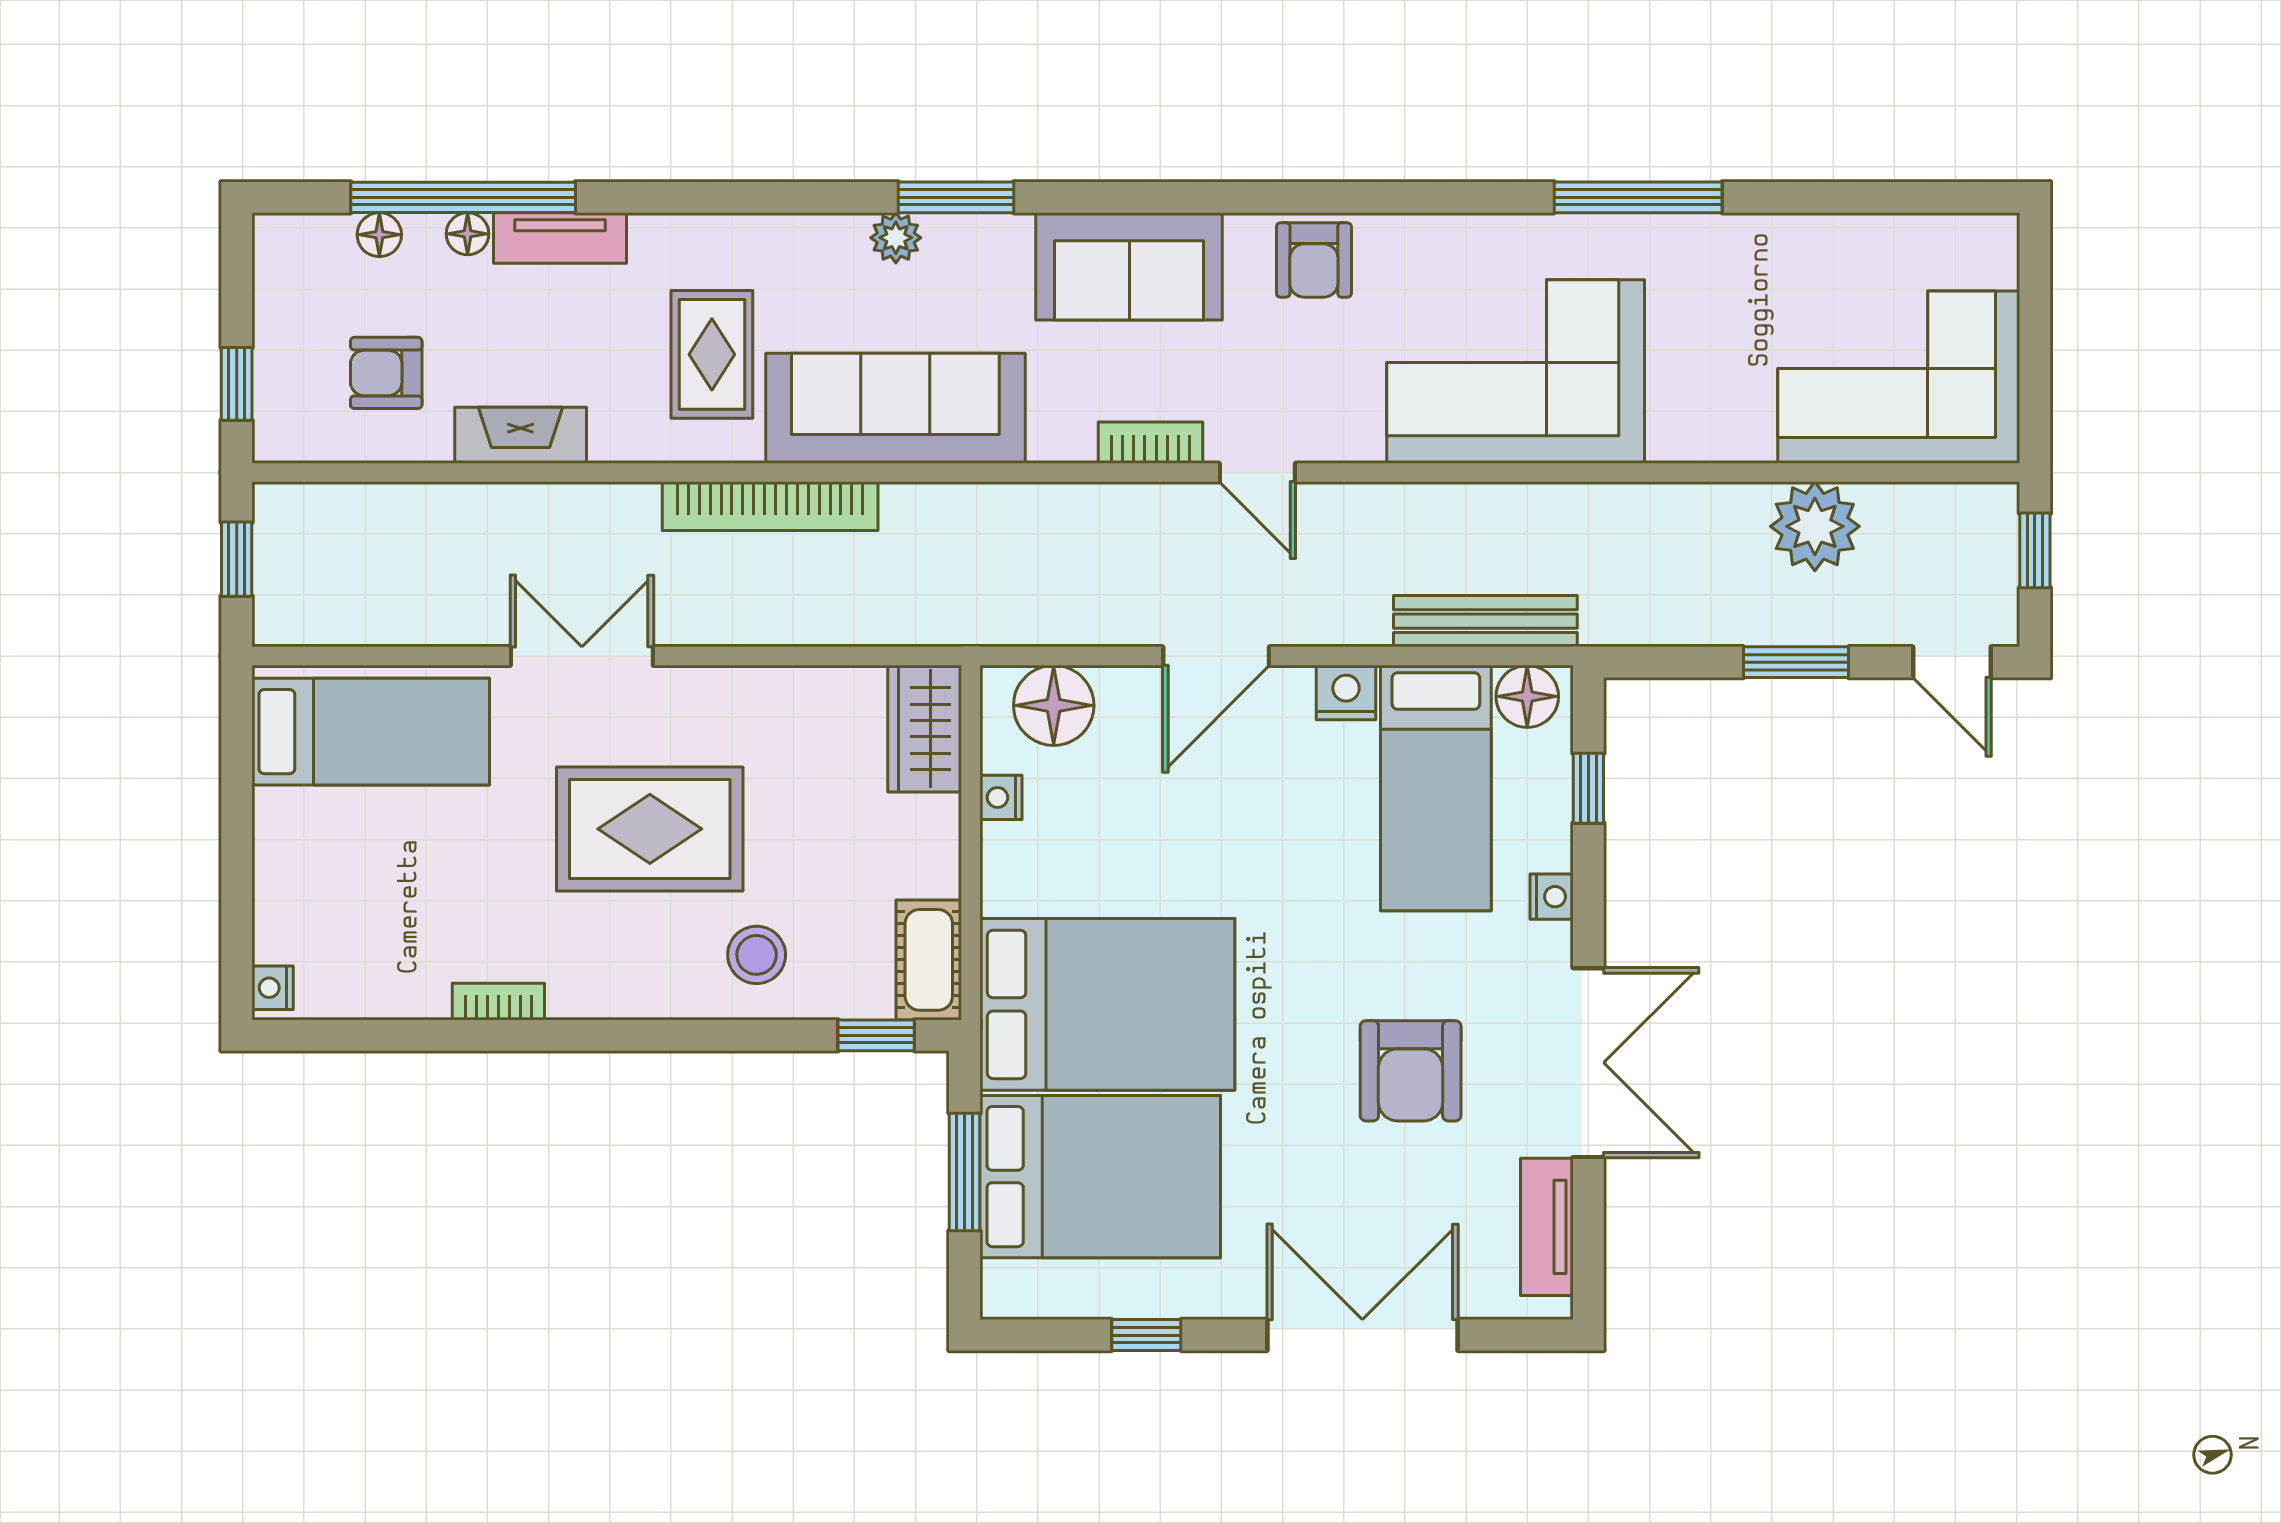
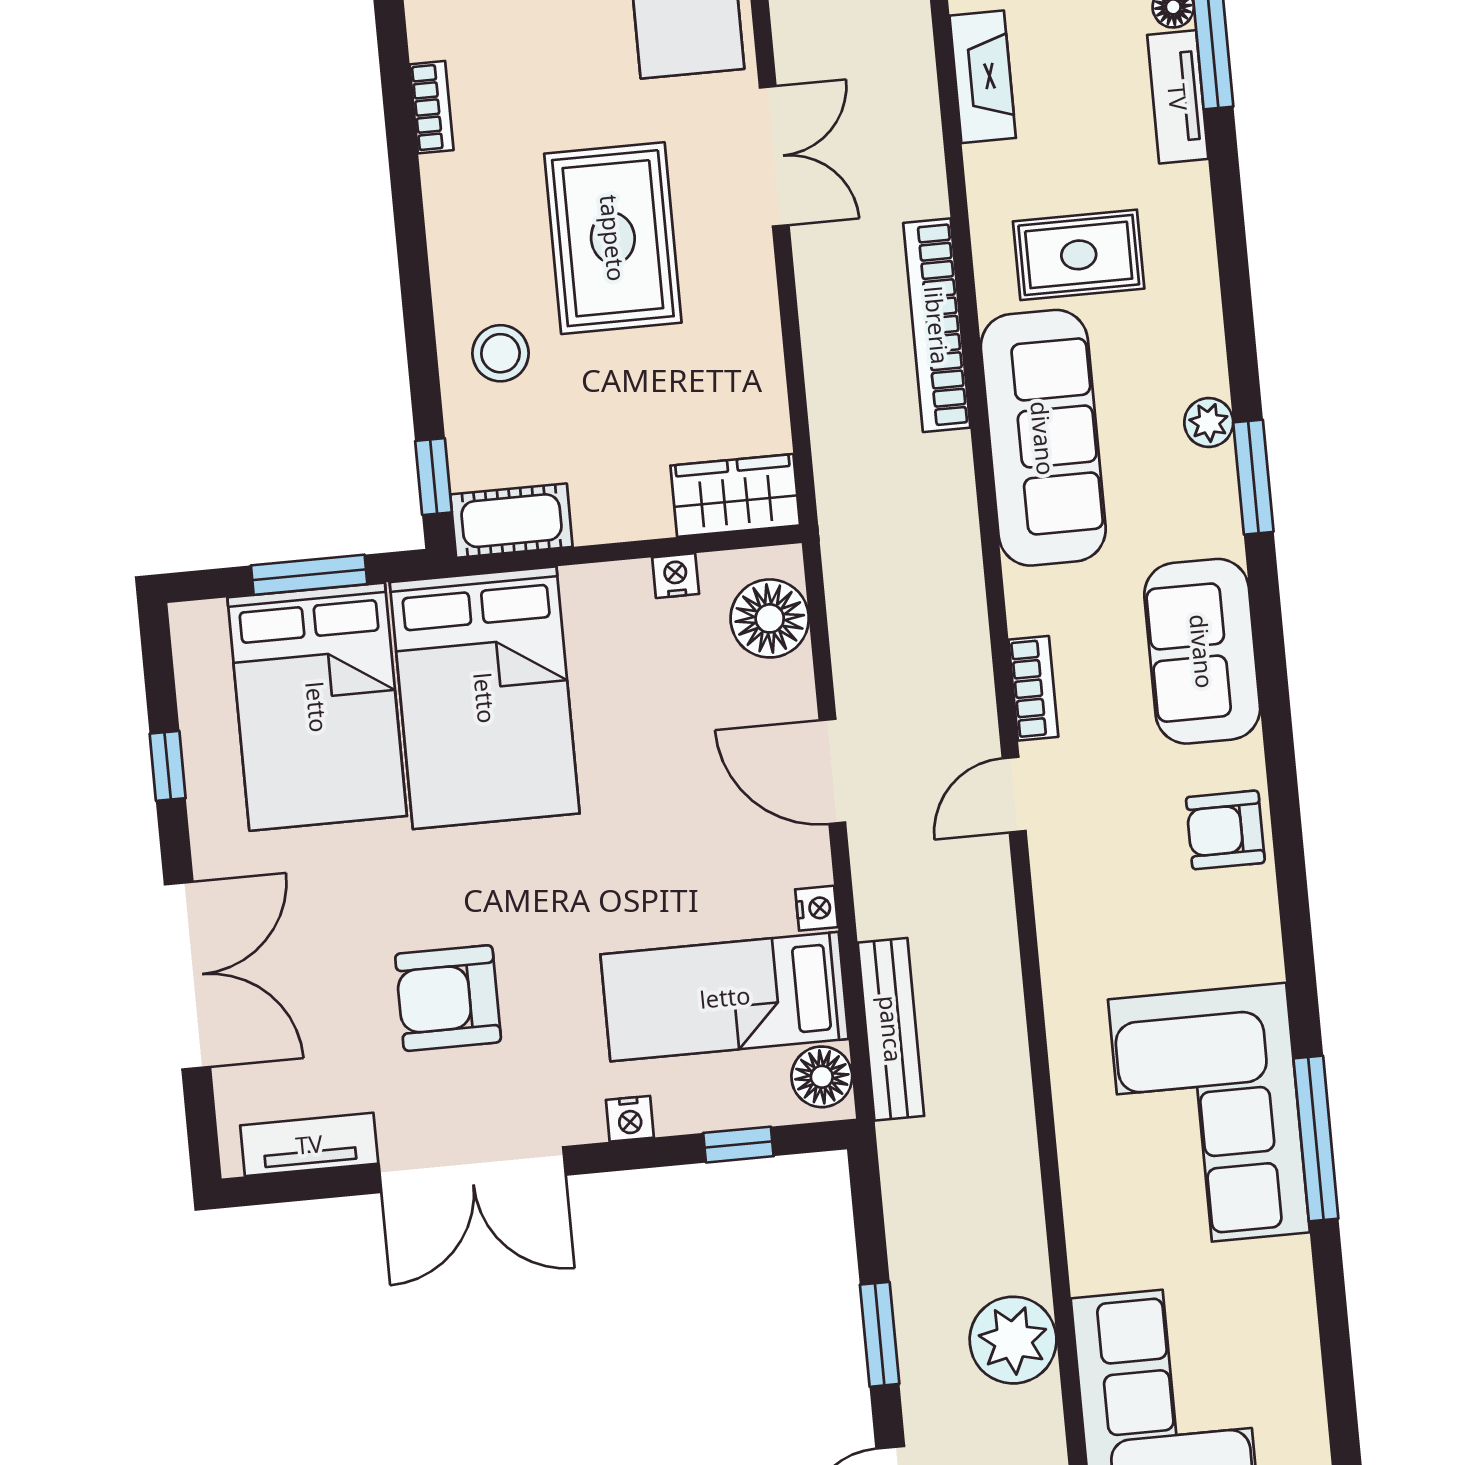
corner sofa: (1516, 371) -> (1209, 1116), moved, turned 180
nightstand: (1346, 693) -> (817, 908), width x0.72, depth x0.74

